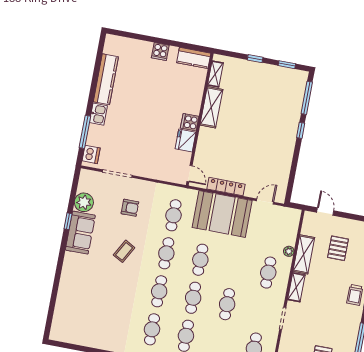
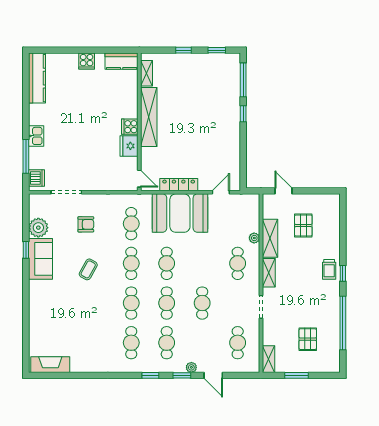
kitchen counter: (106, 79) -> (37, 78), moved
shelving: (211, 107) -> (149, 117), width x1.47
fireplace: (71, 336) -> (50, 365), added

